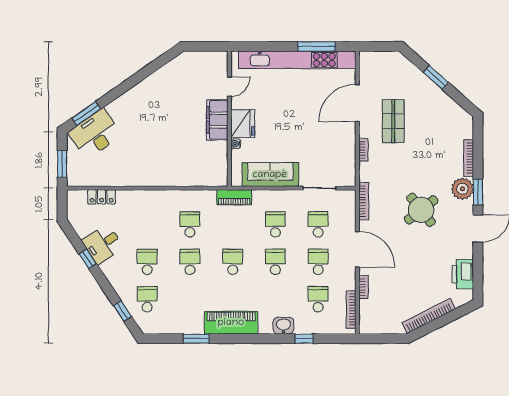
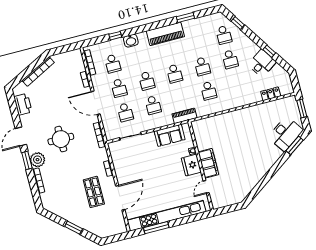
sofa: (270, 175) -> (170, 135), width x0.73
round table: (421, 210) -> (61, 139), turned 38

